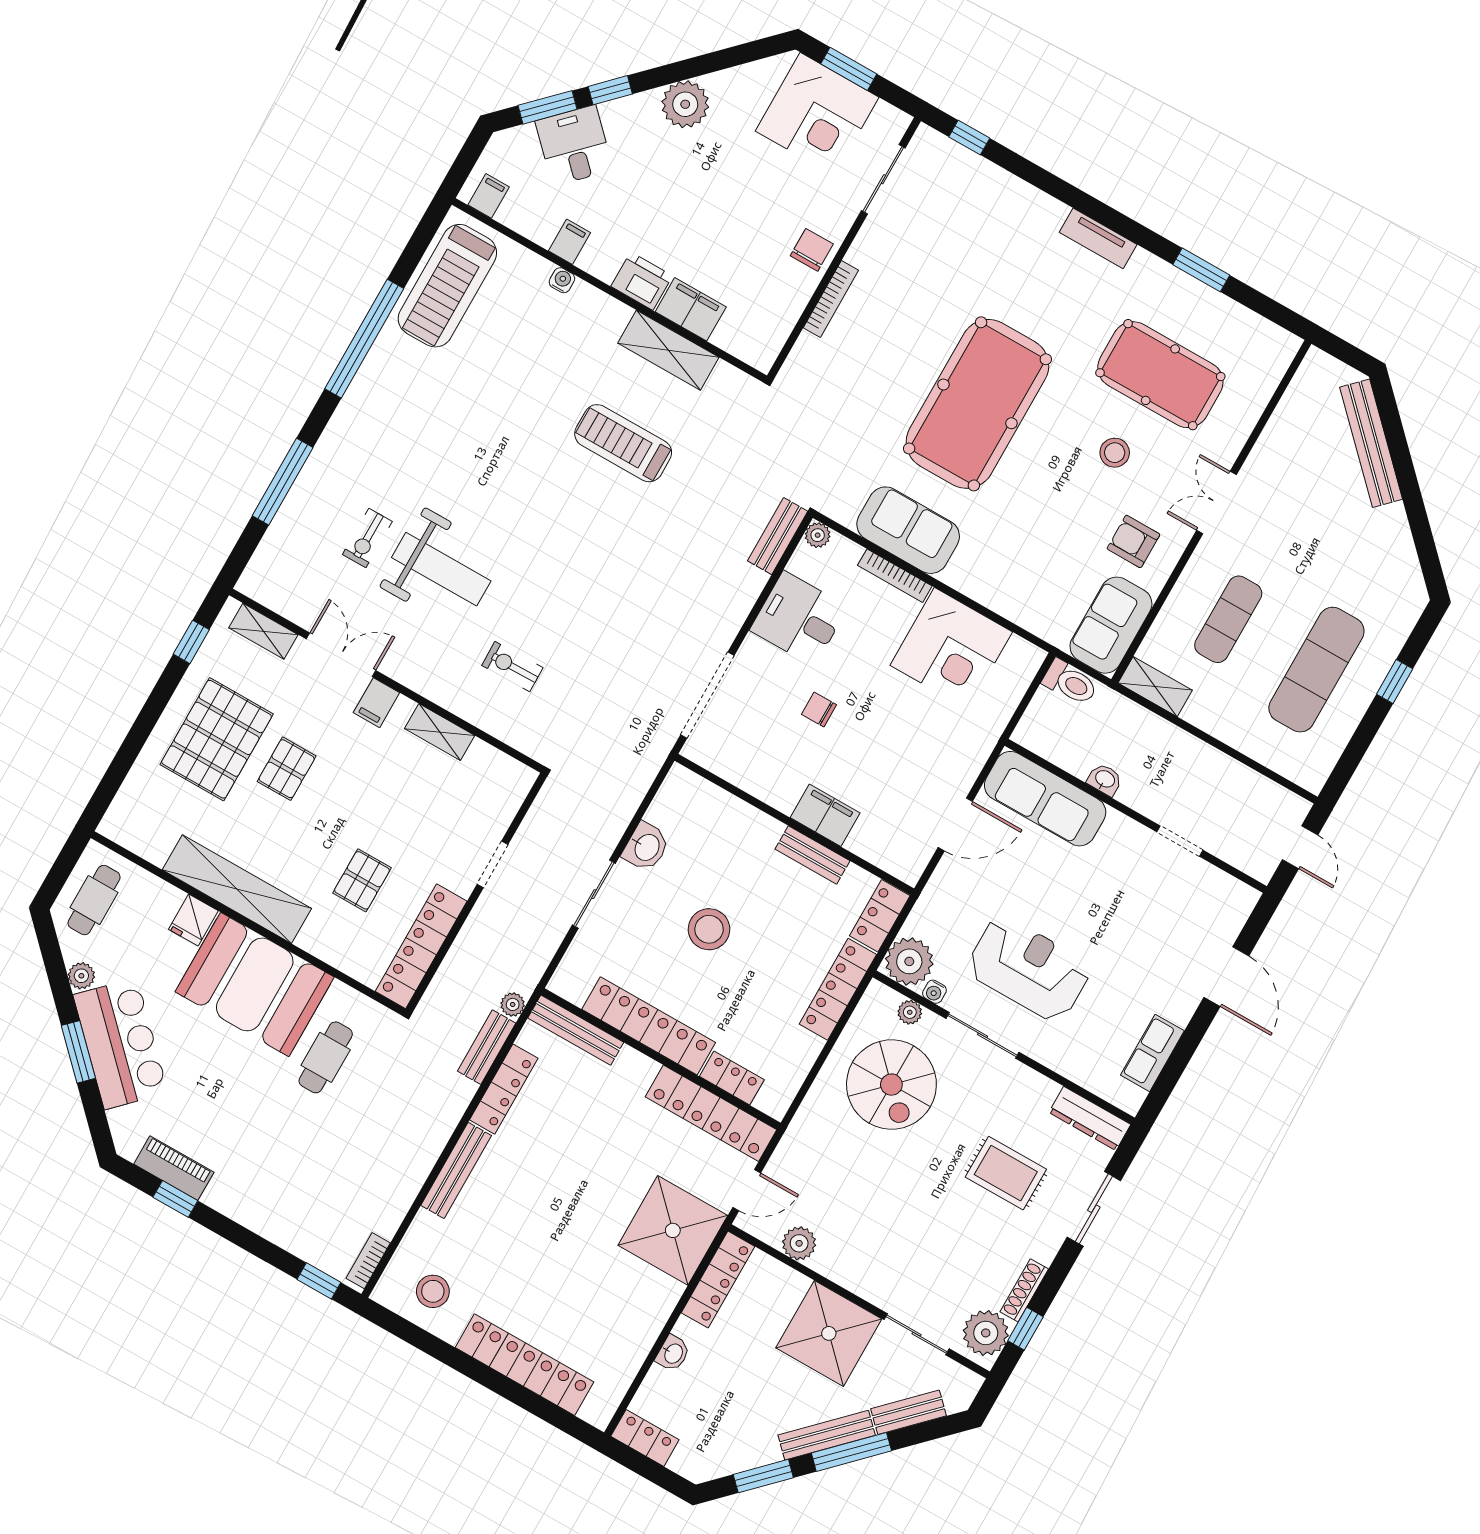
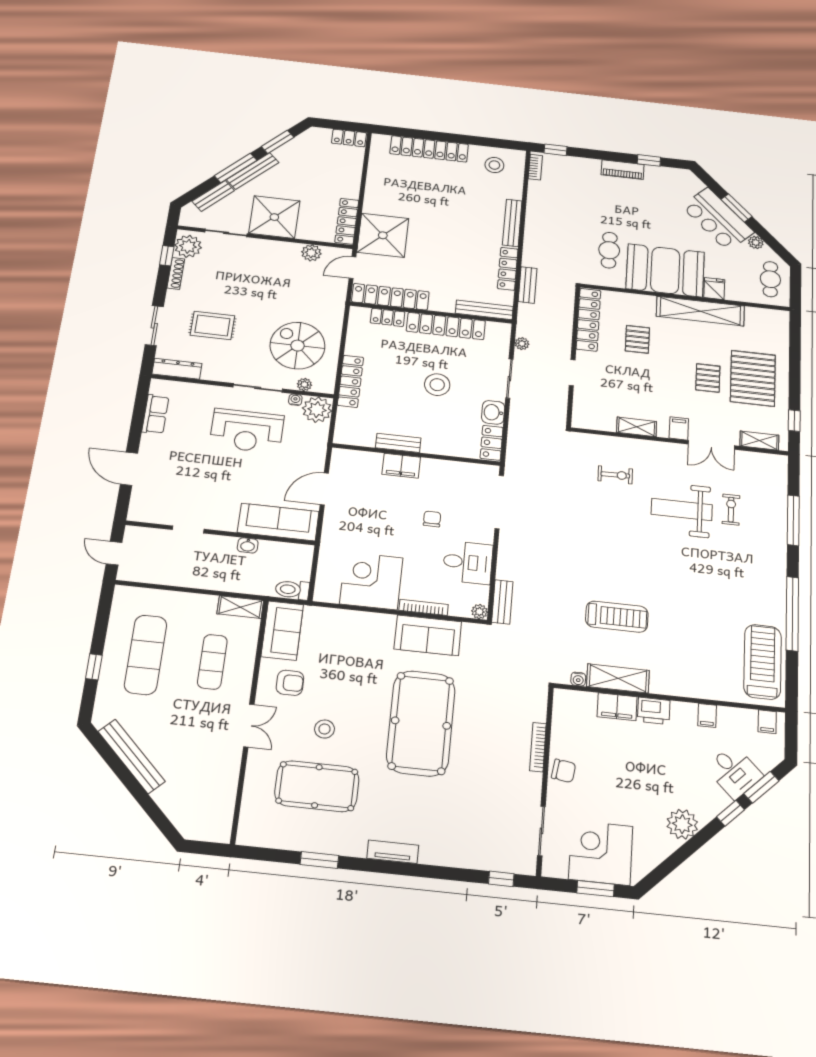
chair: (812, 250) -> (564, 771), turned -82
water cooler: (562, 280) -> (578, 679), moved
bench: (1371, 443) -> (131, 756), moved
chair: (819, 709) -> (432, 519), turned -90
locker: (880, 916) -> (492, 443), moved, turned 180
plant: (513, 1004) -> (522, 344), moved
piano: (174, 1168) -> (623, 170), moved
washbasin: (673, 1353) -> (354, 180), removed

